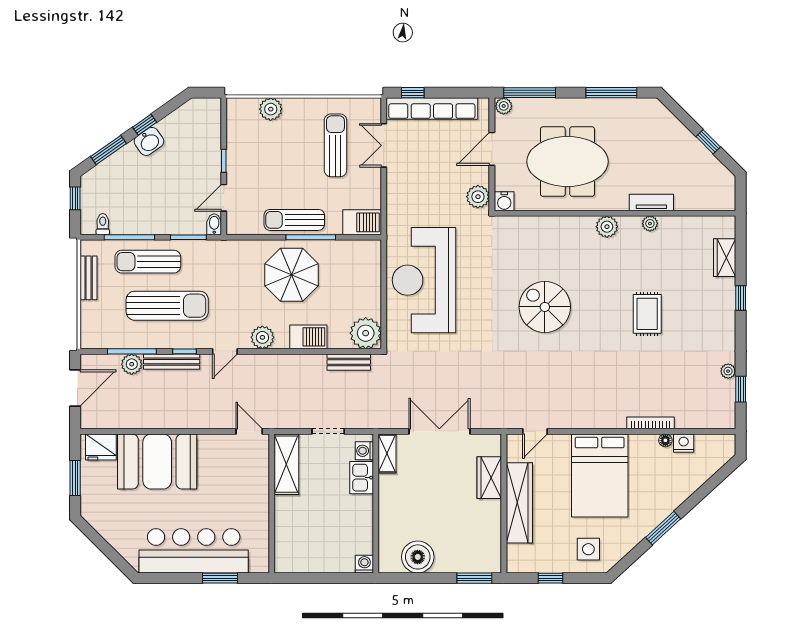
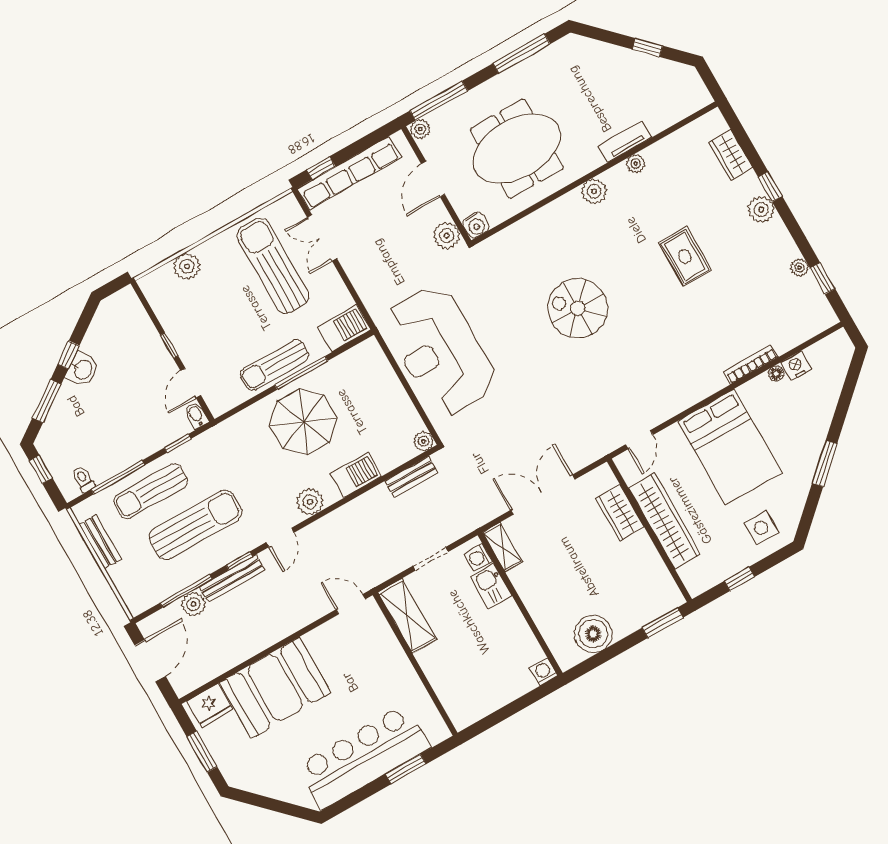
sun lounger: (335, 145) -> (273, 266), width x1.36, depth x1.34
window: (188, 237) -> (178, 443), width x0.67
plant: (724, 311) -> (761, 210), added
plant: (366, 333) -> (423, 441), width x0.53, depth x0.53

